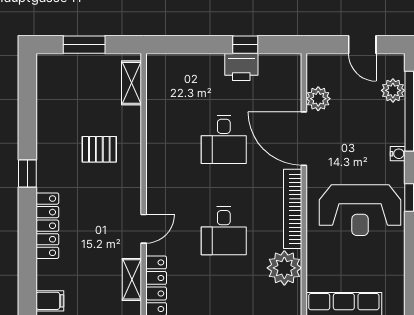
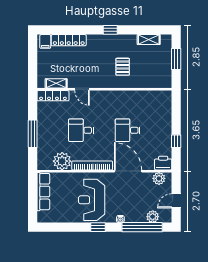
printer: (241, 67) -> (163, 163), moved, turned 90
shelving: (132, 83) -> (149, 40), moved
plant: (318, 99) -> (159, 178), moved
door: (304, 139) -> (128, 171), hinge flipped
locker: (47, 226) -> (69, 40), moved

